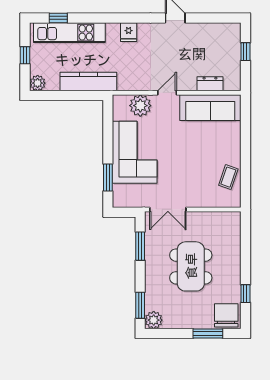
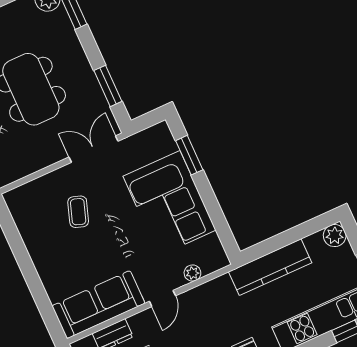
plant: (140, 106) -> (192, 273), width x0.53, depth x0.53
coffee table: (228, 177) -> (78, 212), moved

